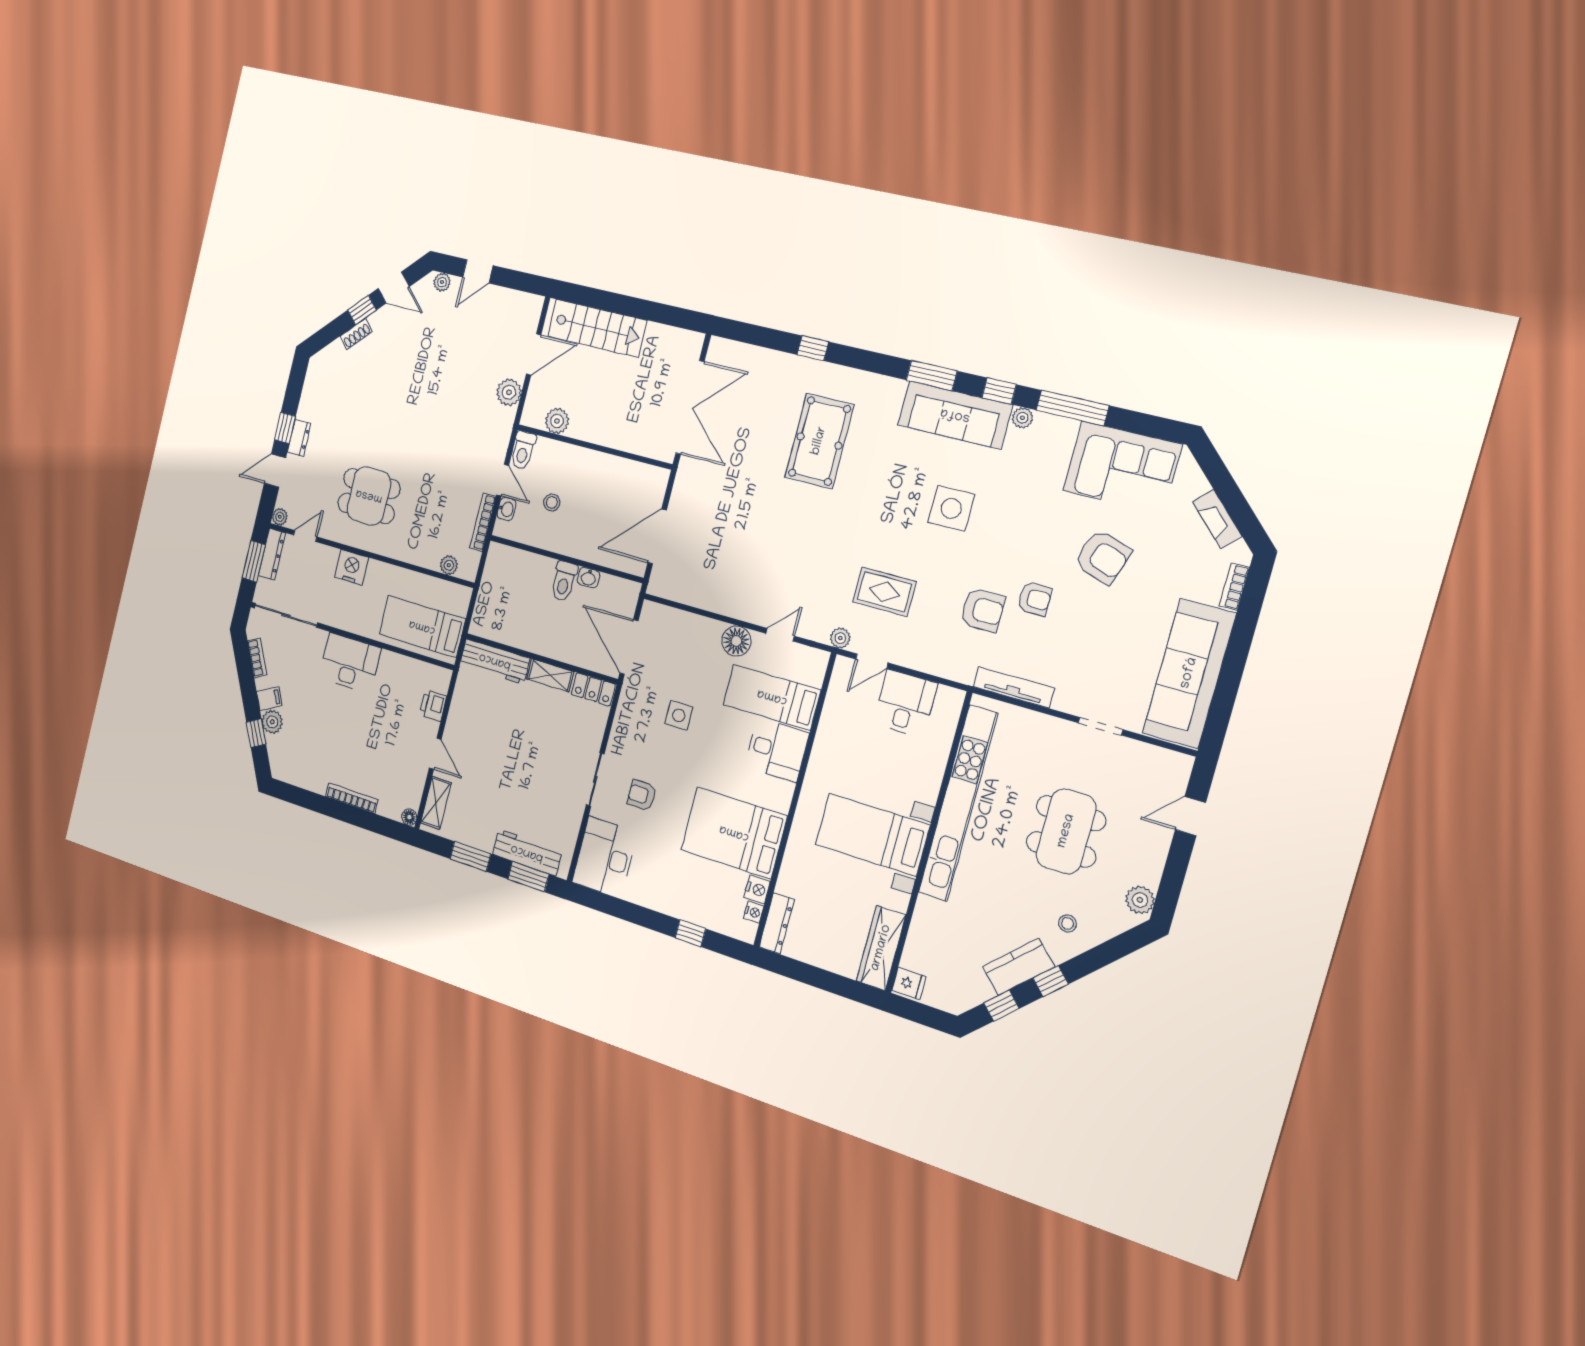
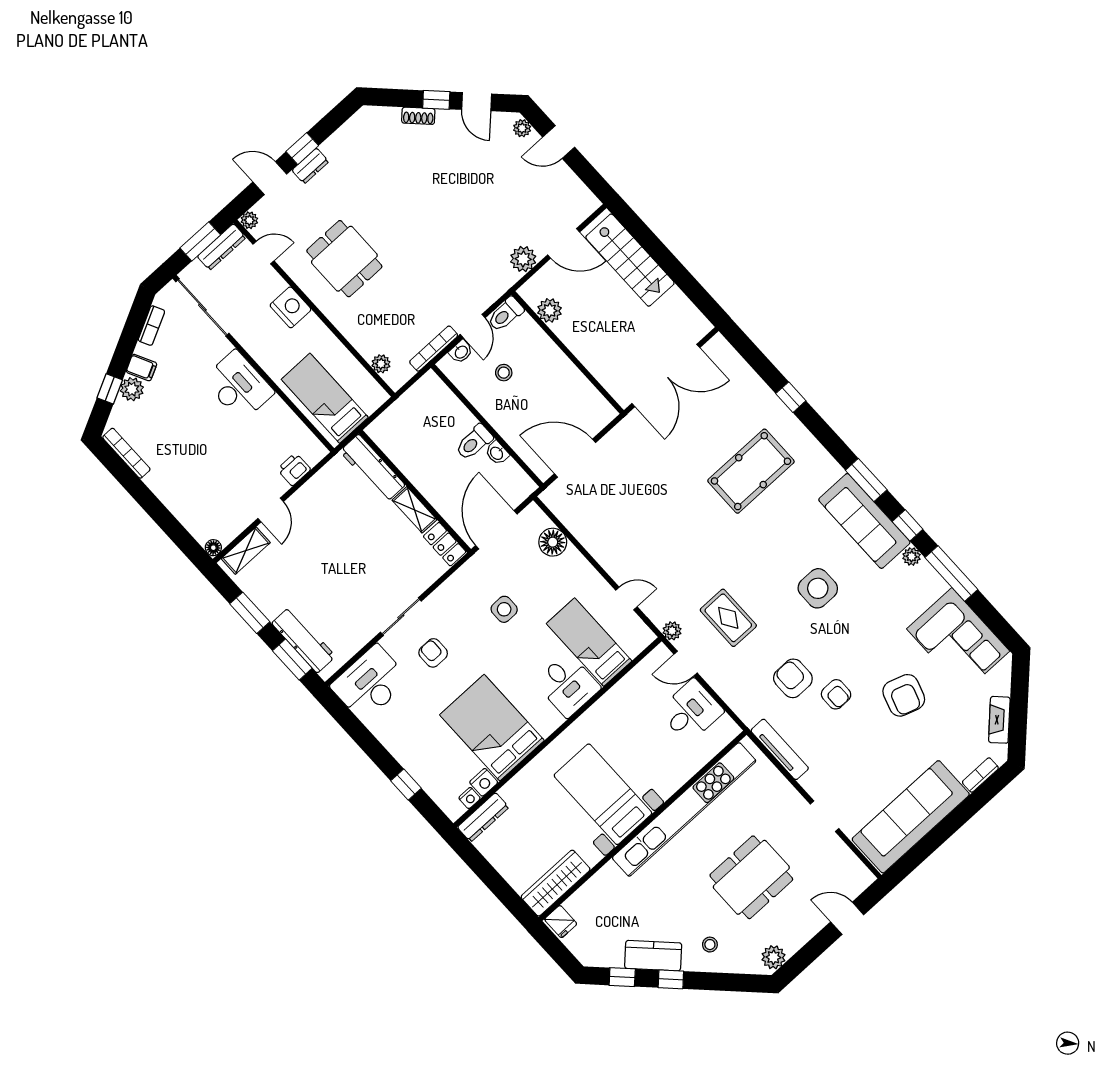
armchair: (982, 610) -> (793, 678), turned 180
floor lamp: (736, 641) -> (553, 542), moved
bookcase: (352, 798) -> (126, 453), moved

